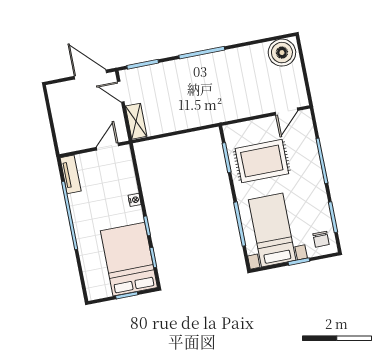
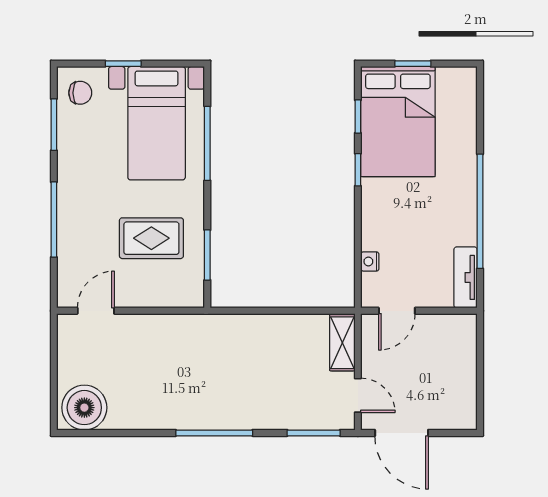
rug: (262, 161) -> (151, 238), width x0.73, depth x0.70
nightstand: (135, 200) -> (370, 261), moved
chair: (321, 239) -> (80, 93), turned 90

